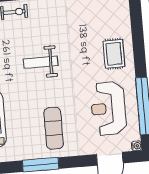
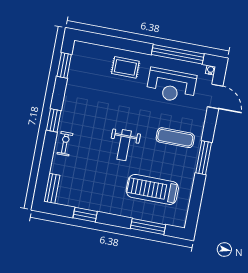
weight bench: (41, 62) -> (124, 145), moved

